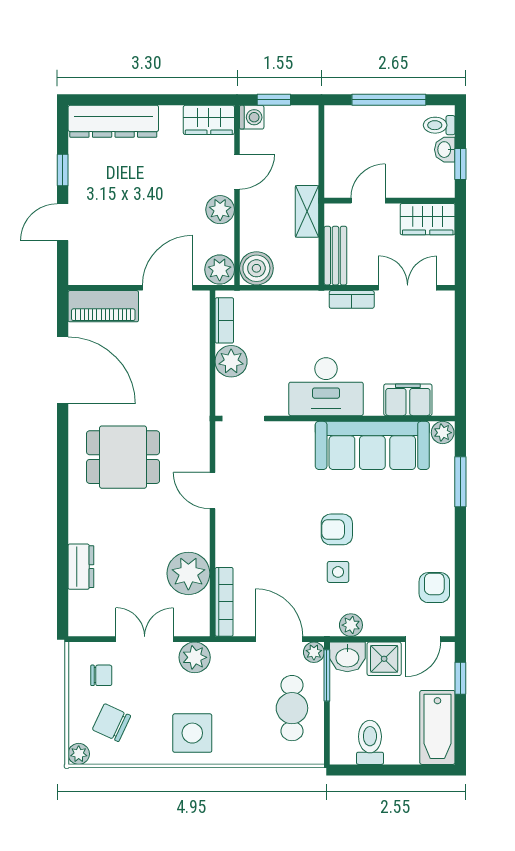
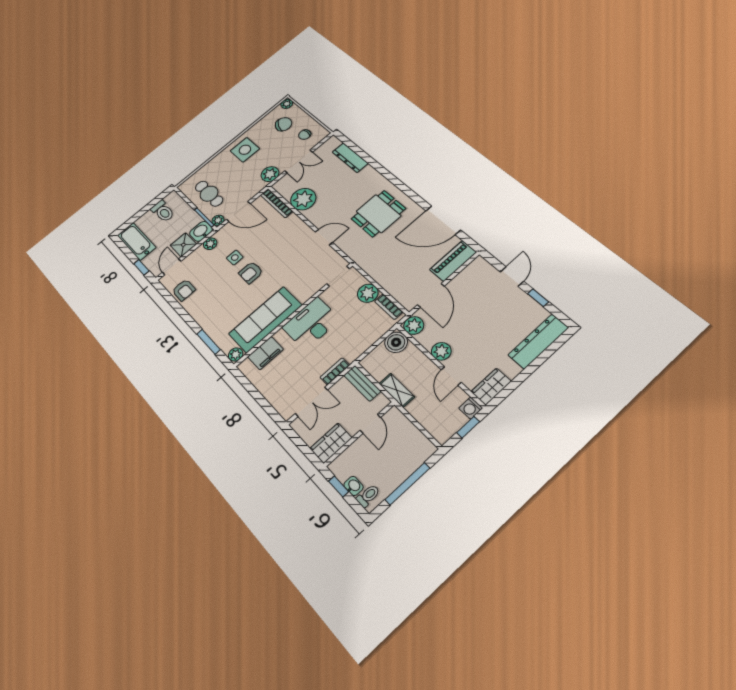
armchair: (337, 529) -> (251, 273), turned 180
dresser: (81, 567) -> (350, 158), width x1.44

